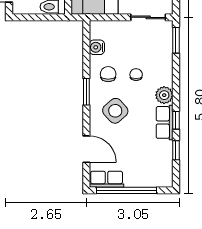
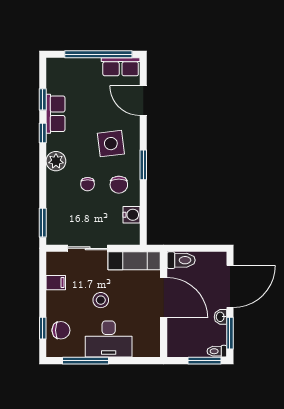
sliding door: (148, 17) -> (88, 248), moved
side table: (115, 111) -> (111, 144), turned 35
row of seats: (165, 122) -> (55, 114), moved

